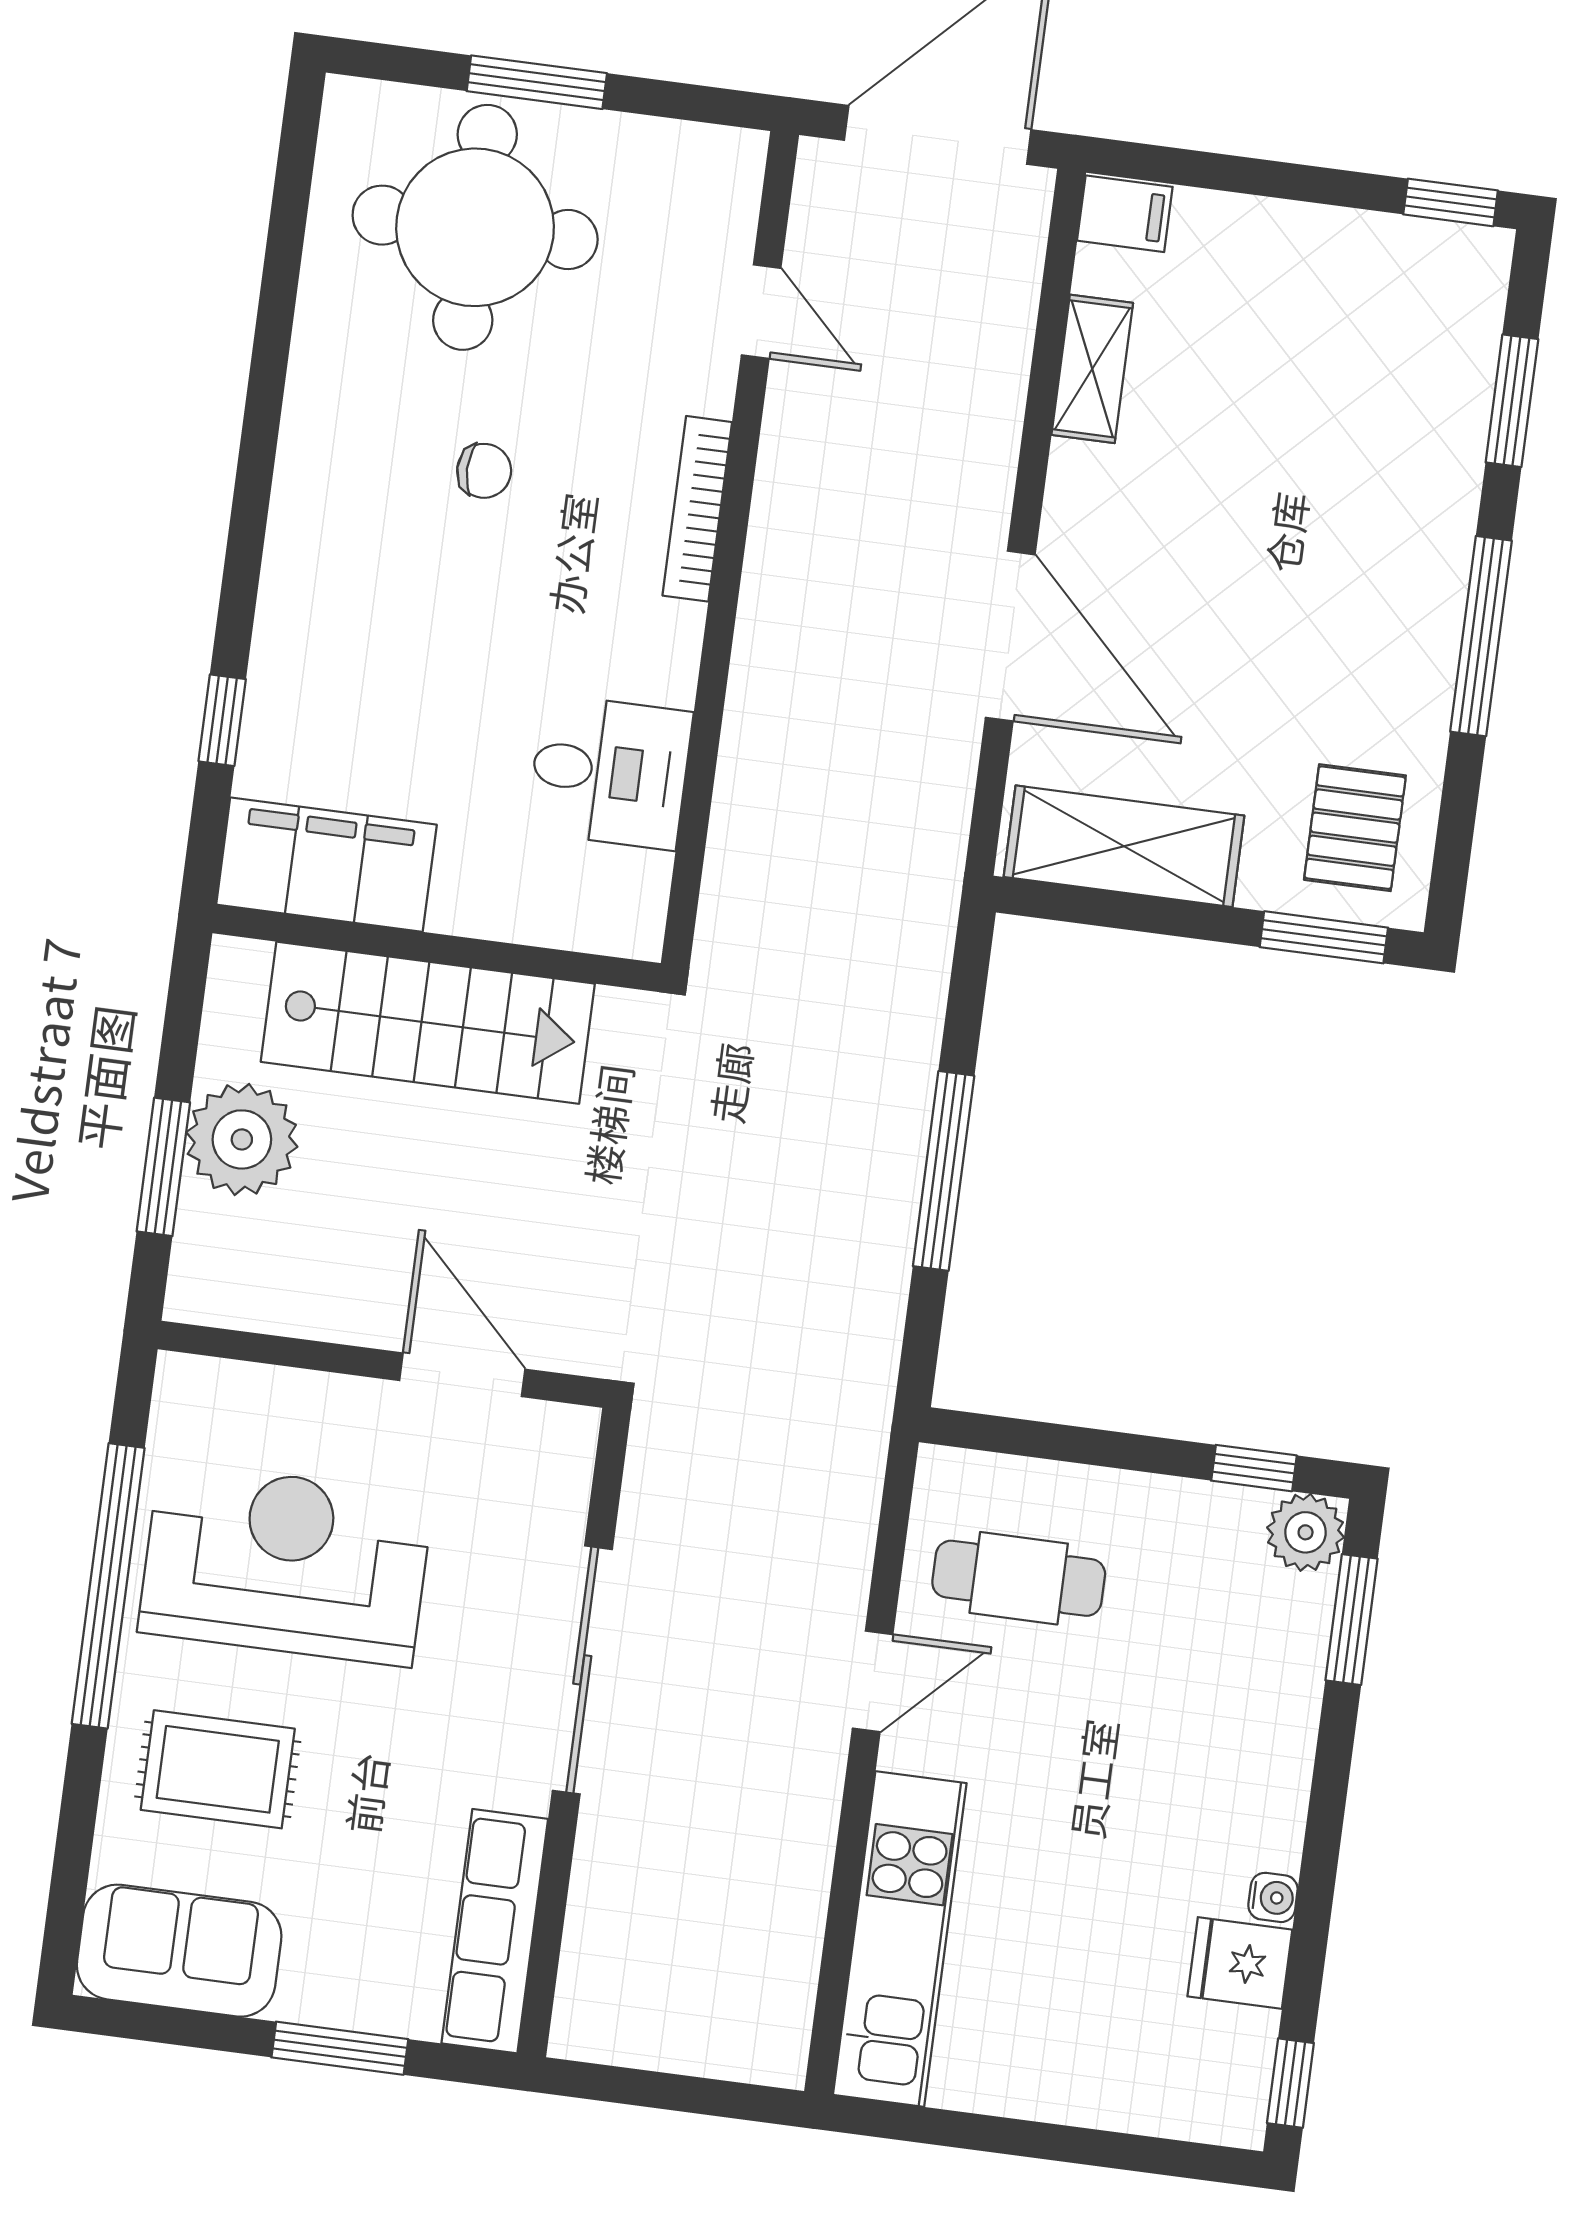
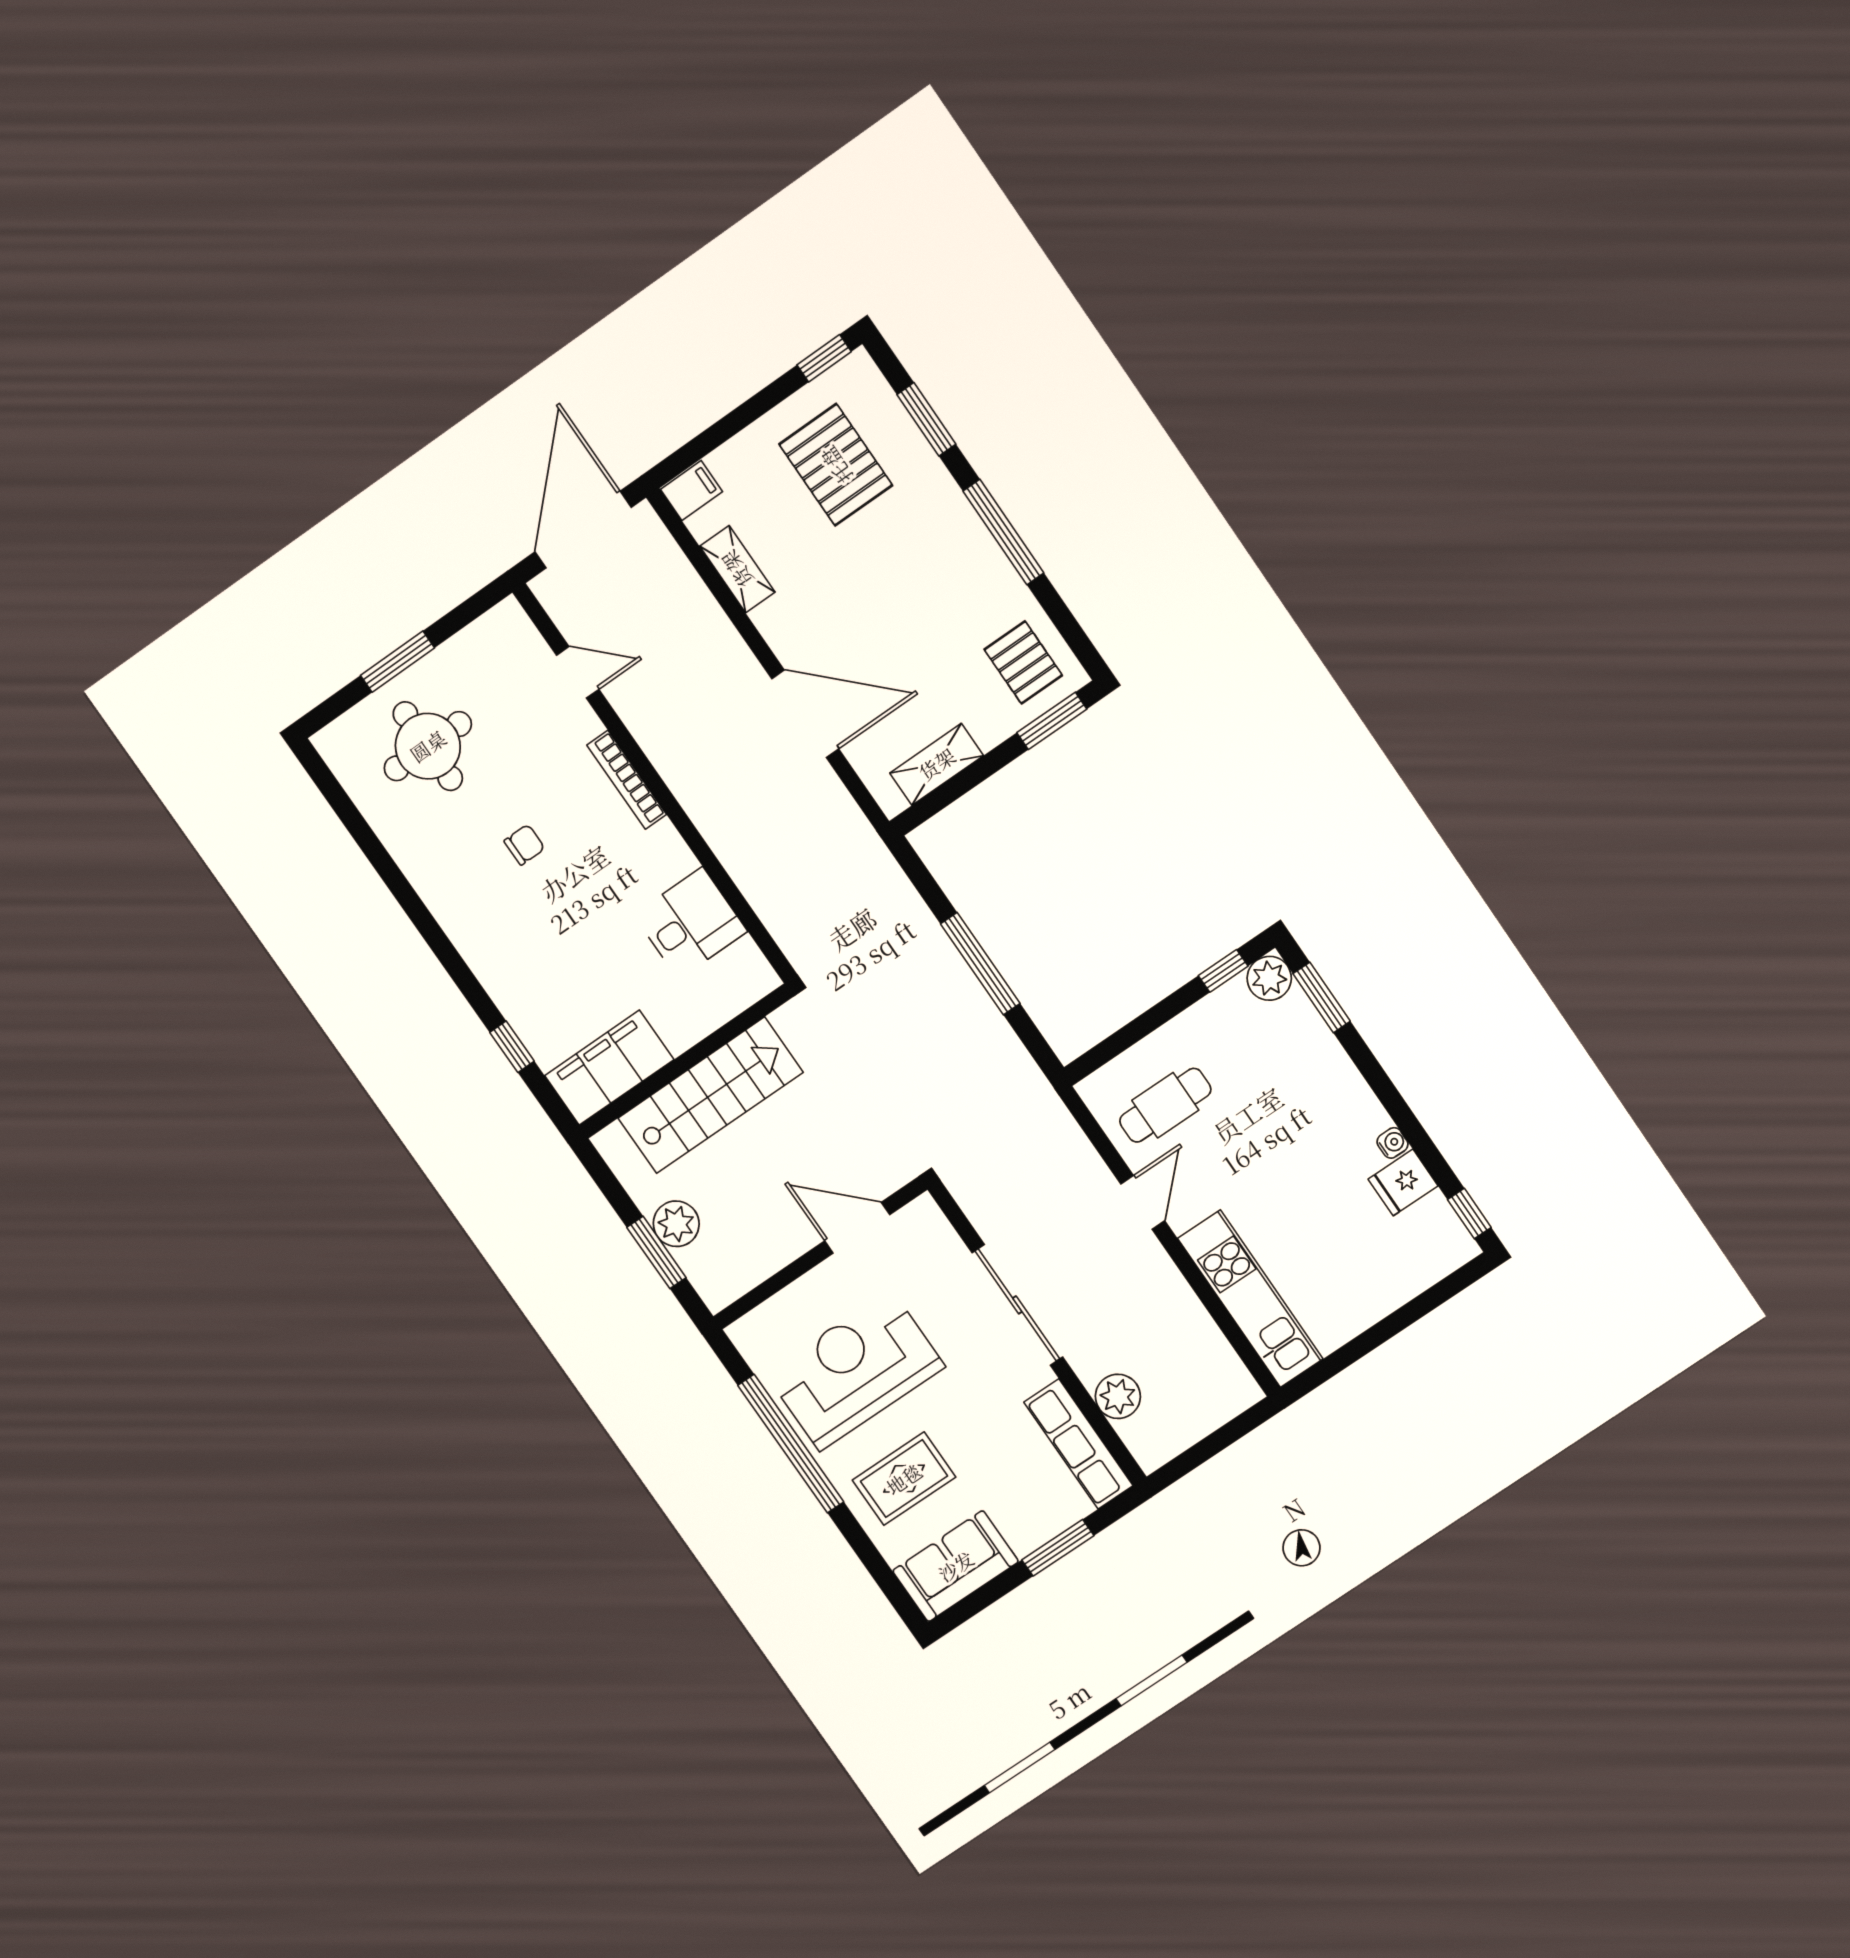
round table: (475, 227) -> (428, 746), width x0.73, depth x0.73
pallet: (1342, 352) -> (836, 465), added
shelving: (1124, 846) -> (937, 764), width x0.67, depth x0.75
plant: (242, 1139) -> (676, 1224), width x0.73, depth x0.73
plant: (605, 1914) -> (1118, 1396), added

